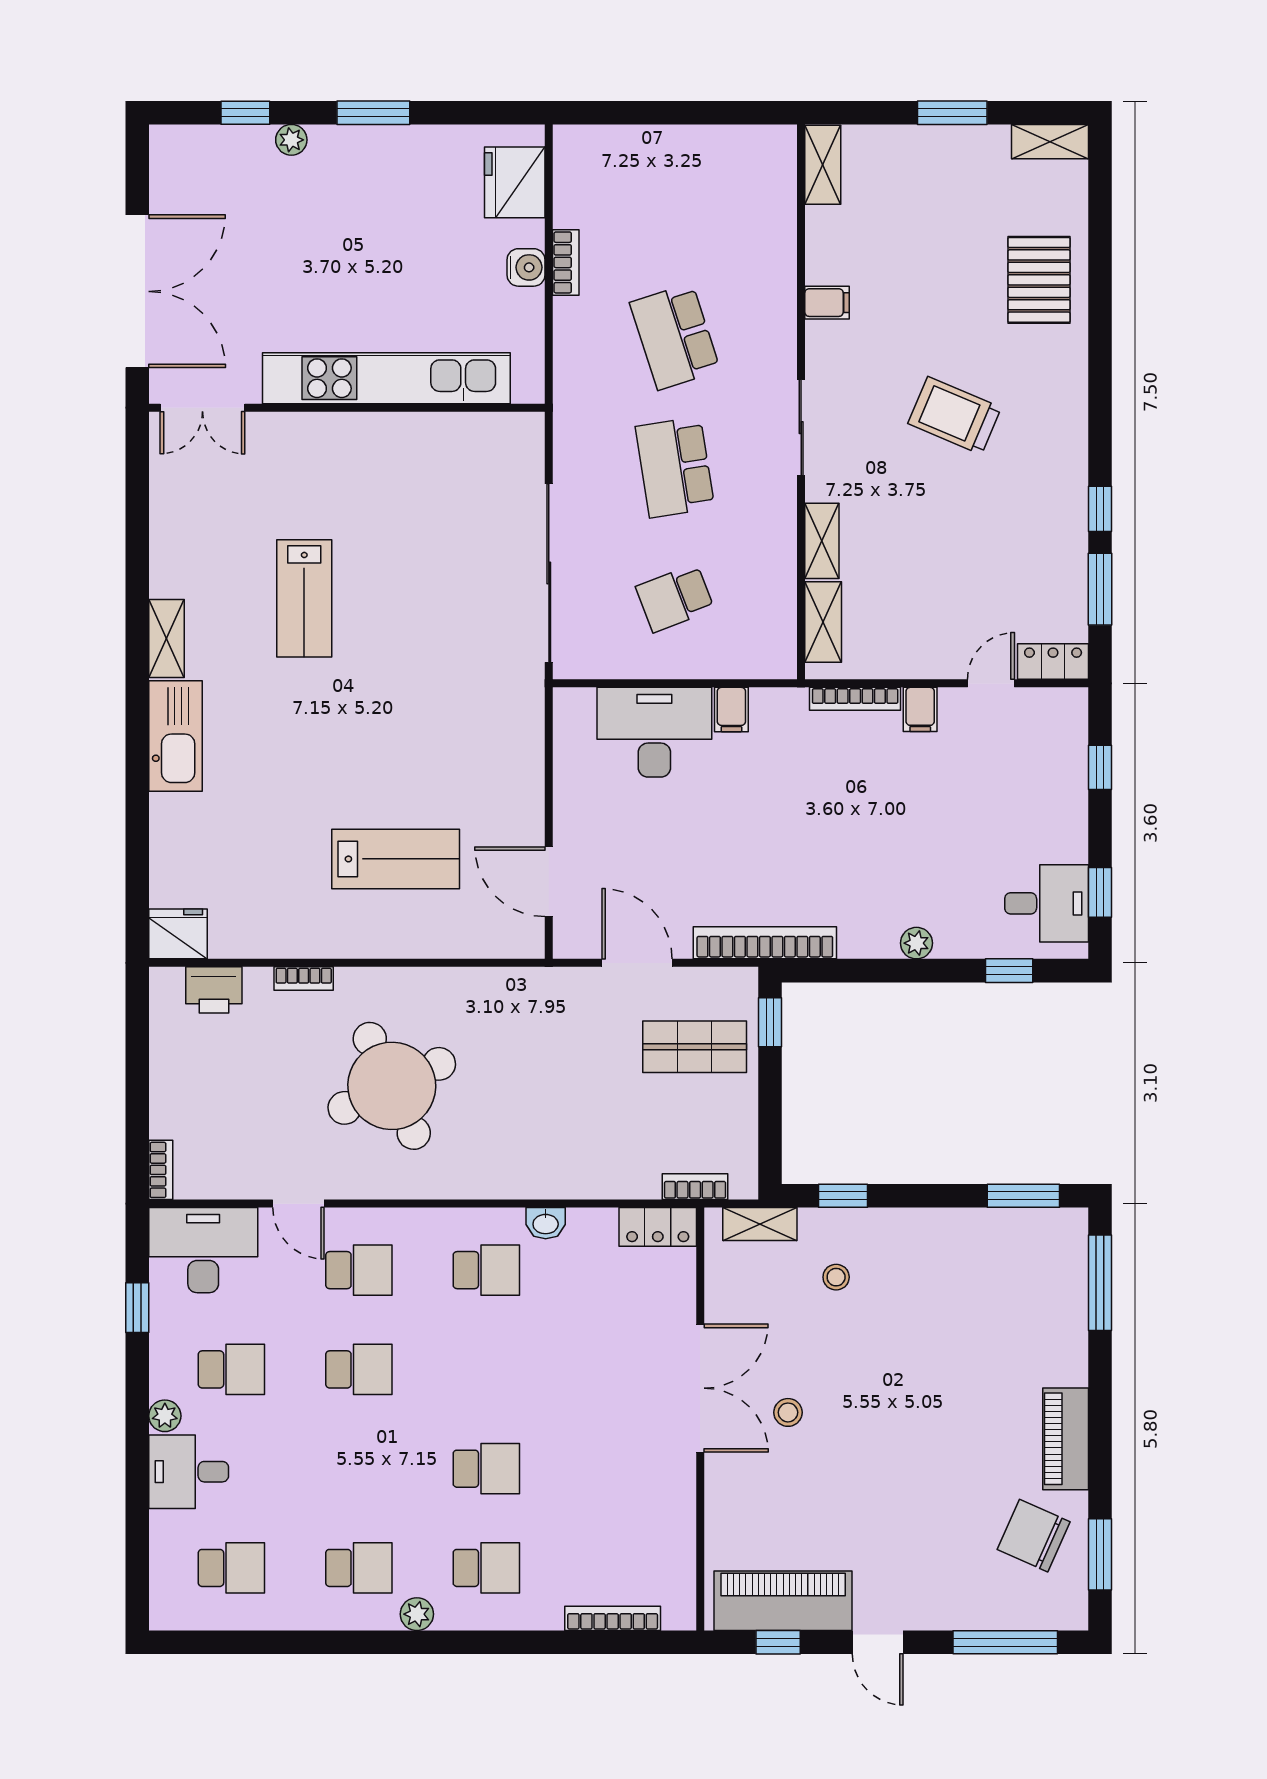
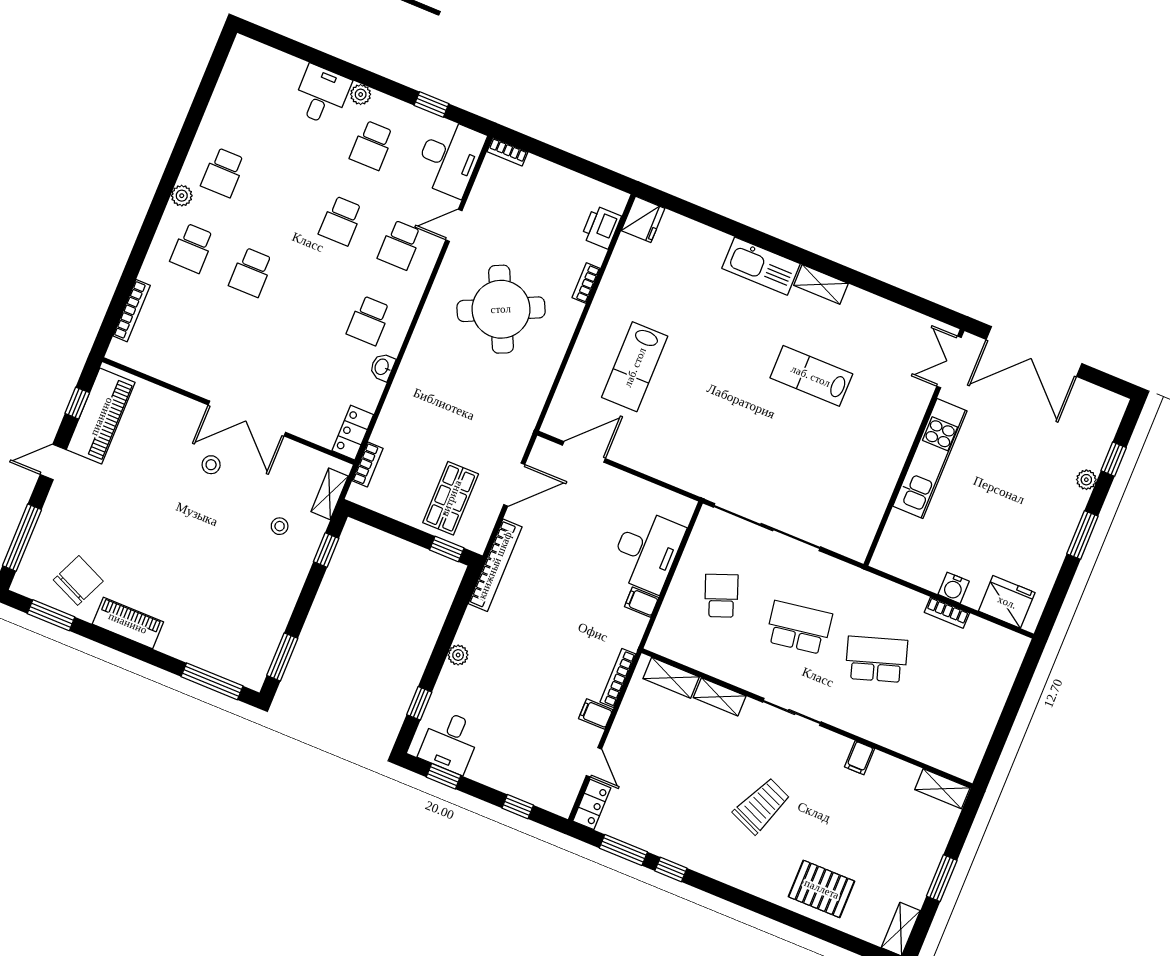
kitchen unit: (386, 378) -> (930, 459), width x0.73
school desk: (231, 1568) -> (254, 97), removed

